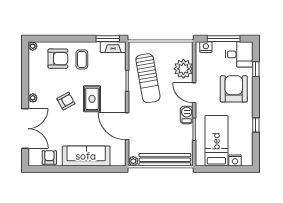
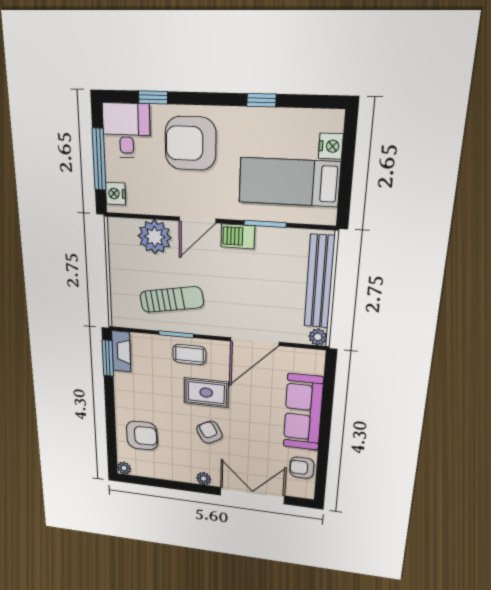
armchair: (58, 59) -> (142, 436), turned 88
coffee table: (82, 59) -> (189, 354), moved
sun lounger: (148, 78) -> (172, 299), width x0.73, depth x0.75

